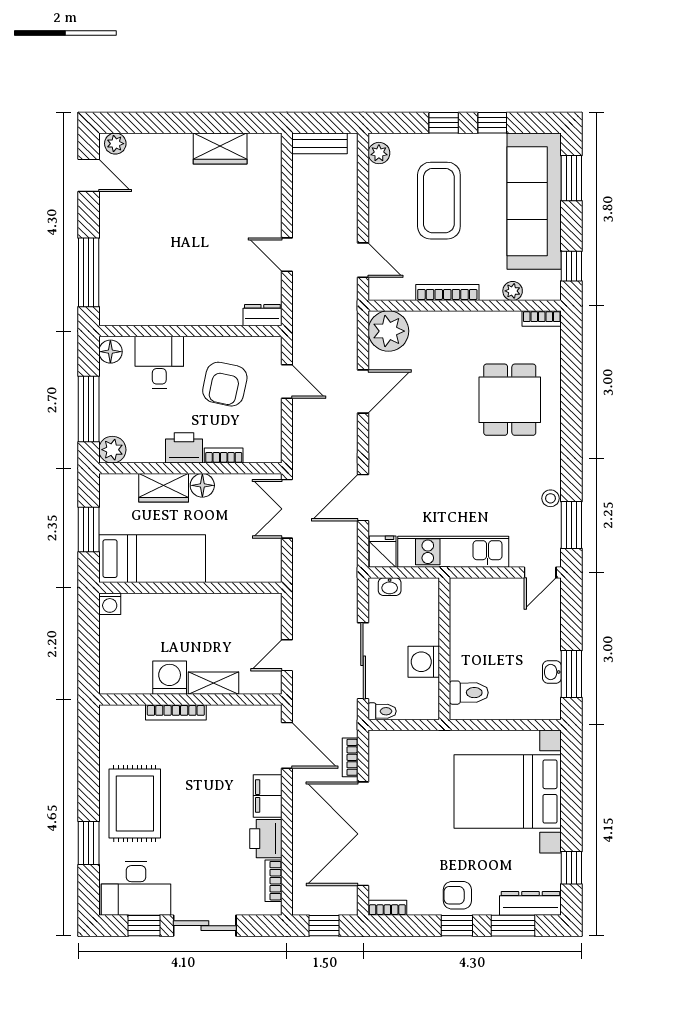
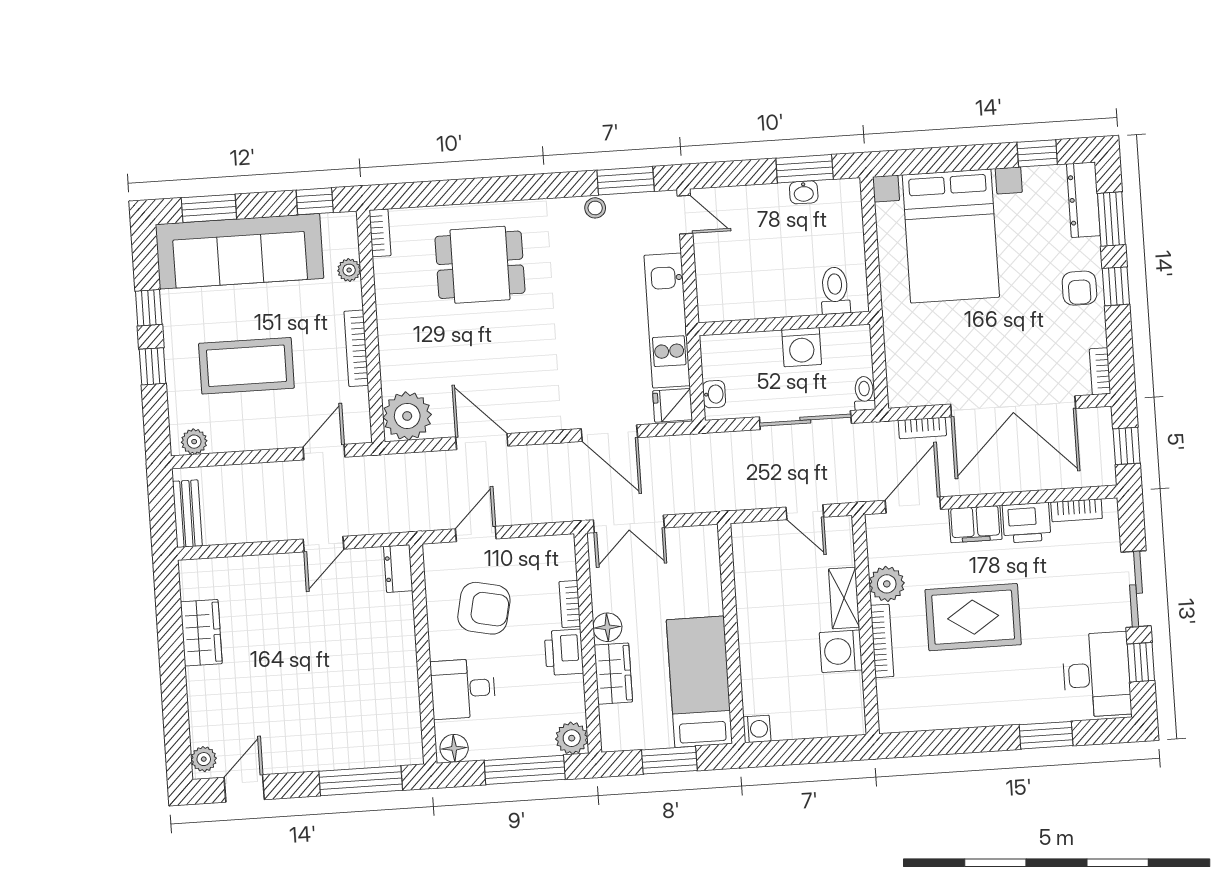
plant: (223, 719) -> (887, 584), added
rug: (135, 804) -> (973, 617), moved

